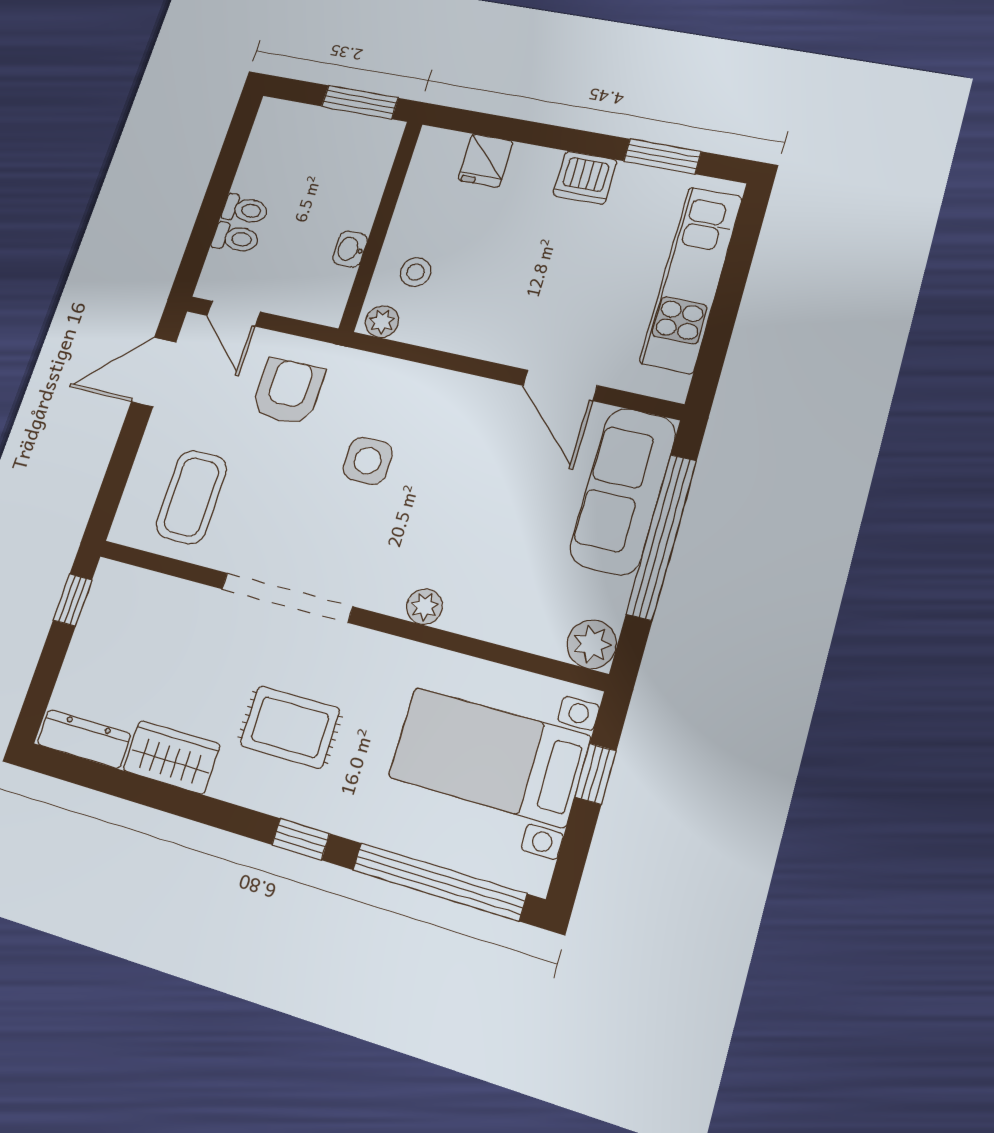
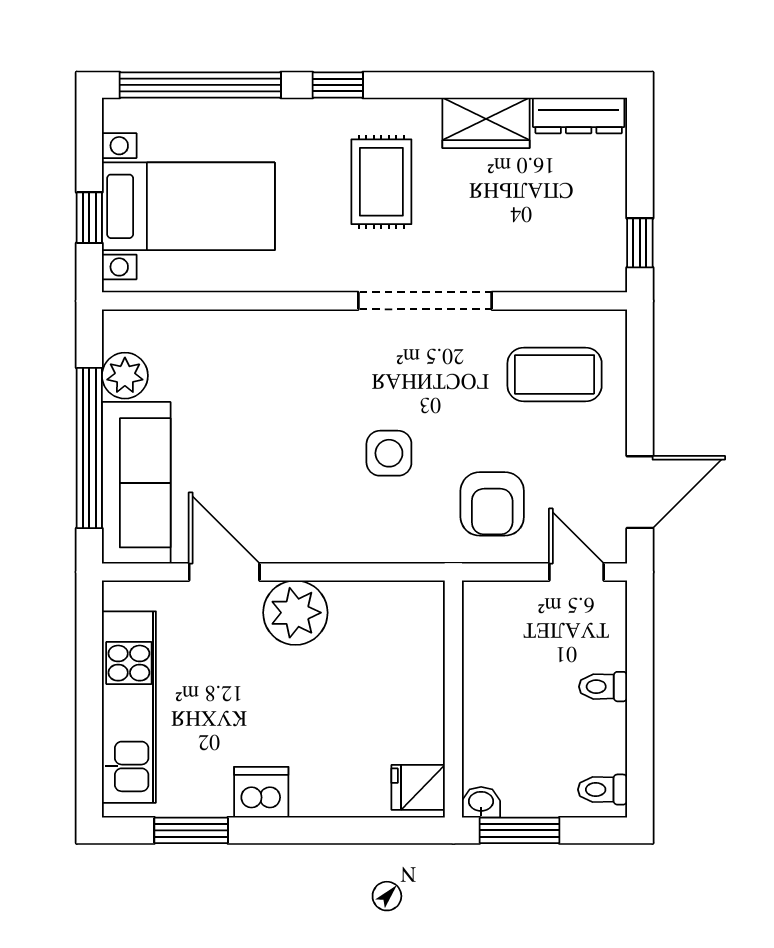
fridge: (485, 161) -> (418, 787), moved, turned -90
toilet: (236, 238) -> (603, 790), moved
washbasin: (350, 249) -> (481, 802), moved, turned -90
stool: (416, 272) -> (402, 657), removed
plant: (382, 322) -> (295, 613), moved, width x1.87, depth x1.87
coffee table: (191, 497) -> (555, 374), turned 90
plant: (425, 607) -> (290, 327), removed
plant: (592, 644) -> (125, 376), moved
rug: (290, 727) -> (381, 182), turned 90

